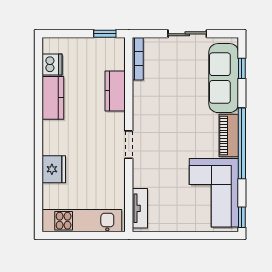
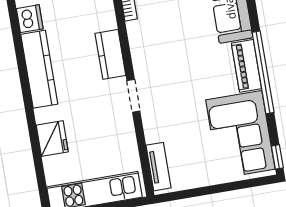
kitchen counter: (115, 91) -> (110, 54), moved
kitchen counter: (53, 98) -> (39, 69), width x1.50

